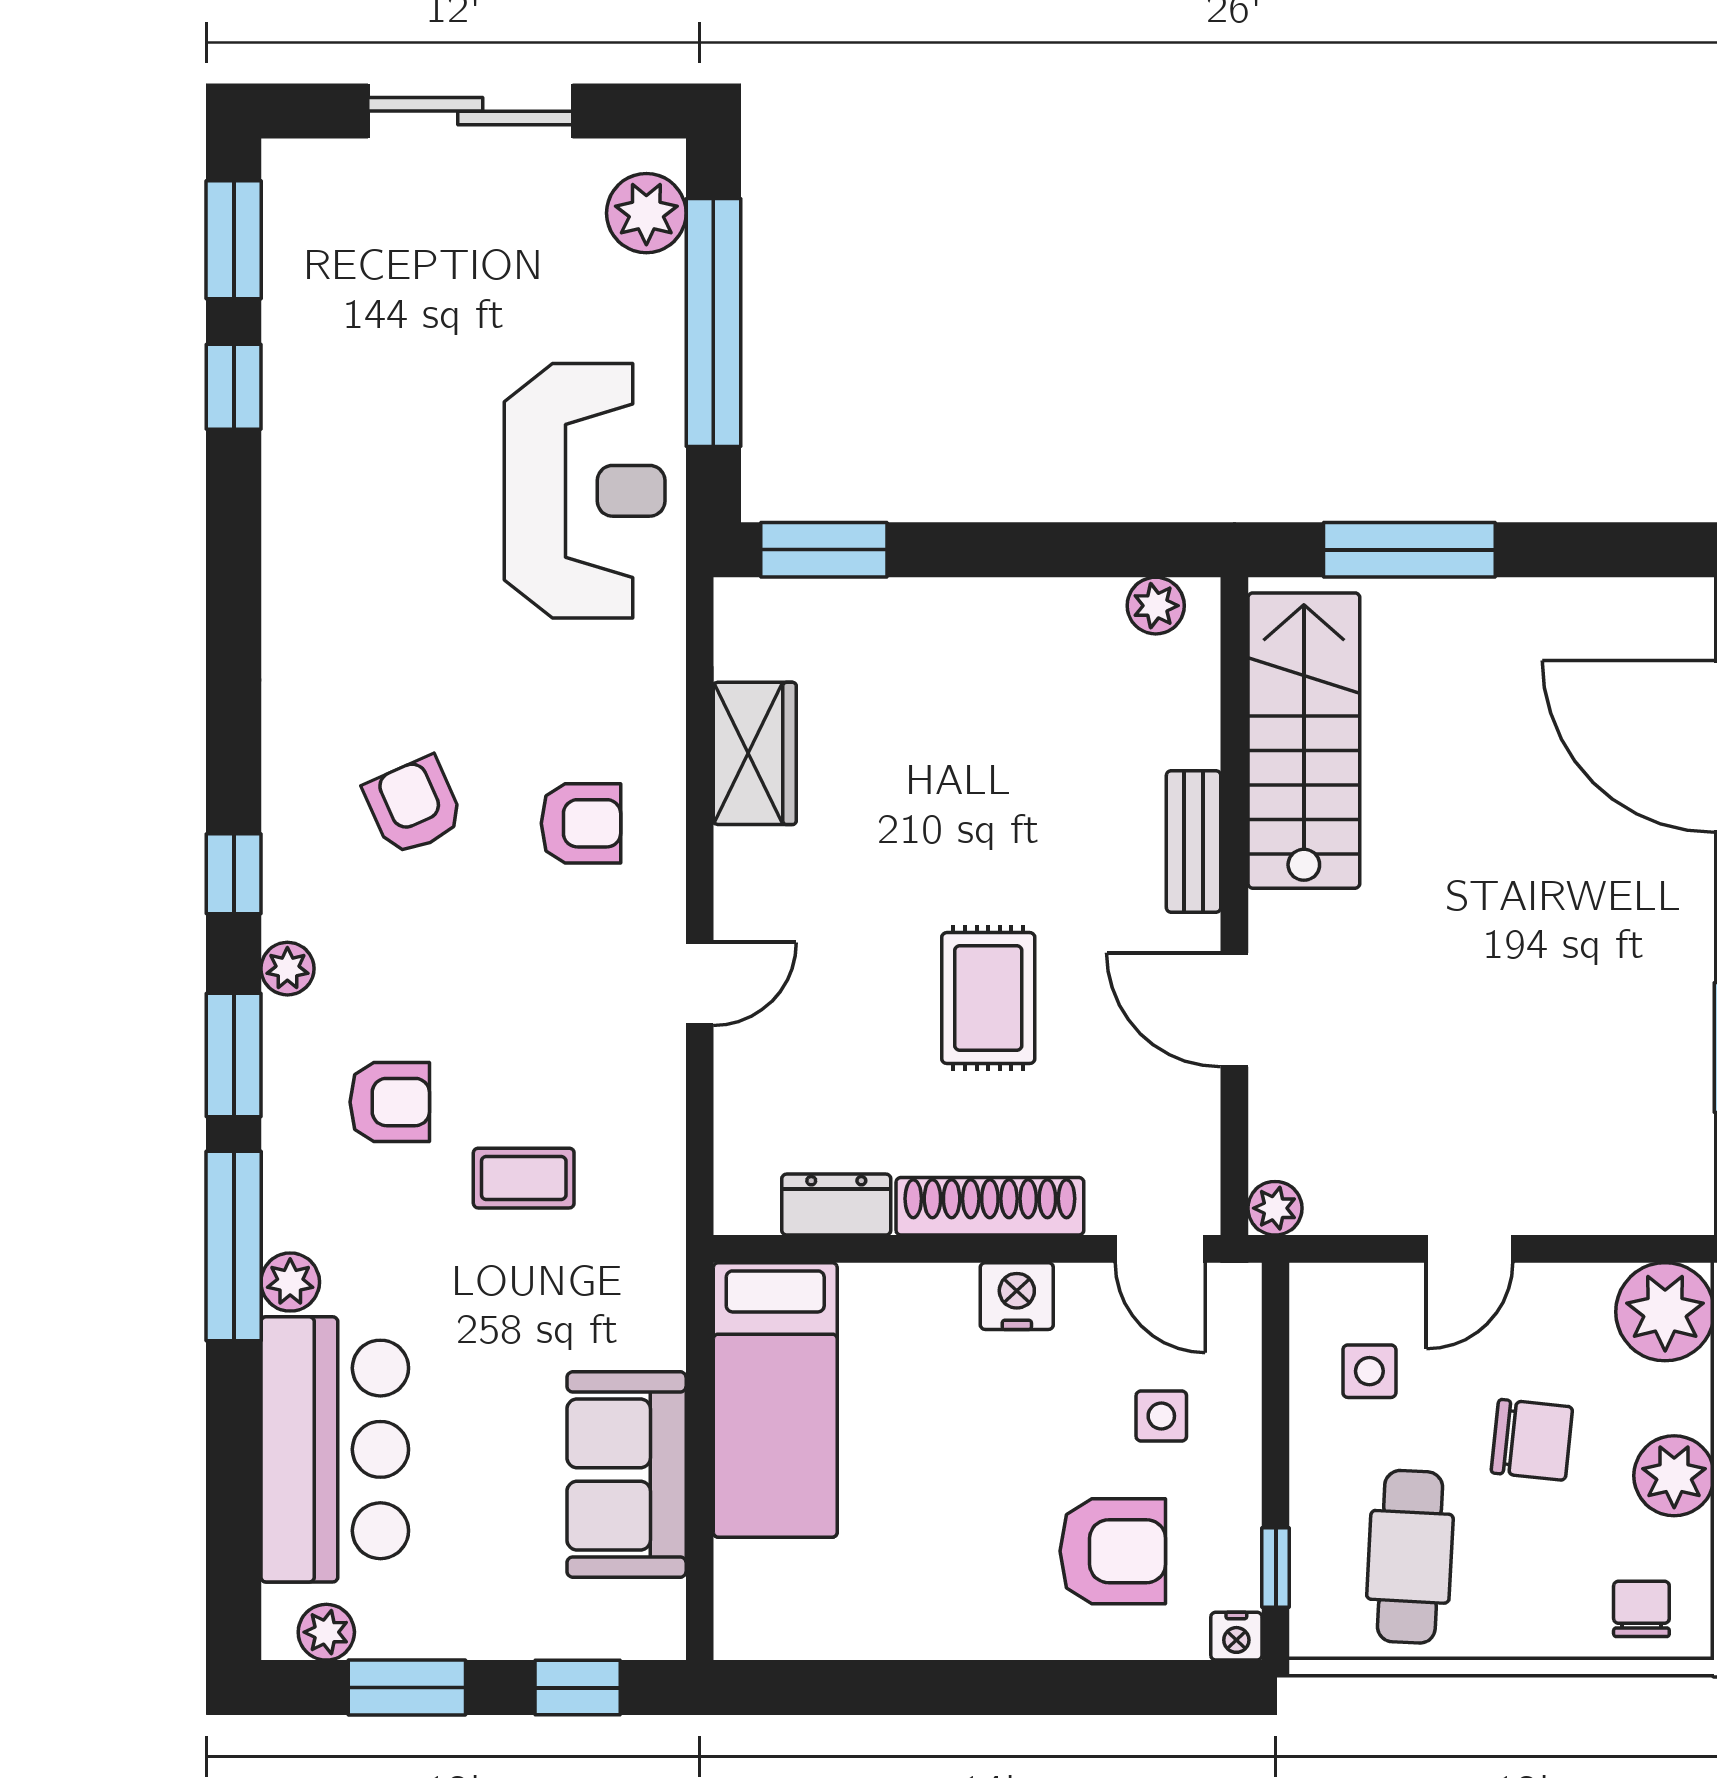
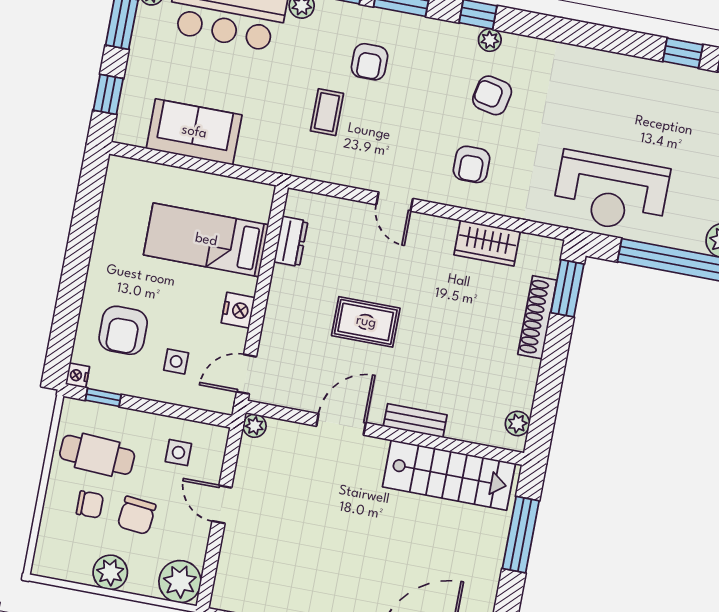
armchair: (414, 806) -> (492, 95), turned -144
plant: (287, 969) -> (490, 40), moved
shoe rack: (990, 1206) -> (537, 317), moved, turned 180
bed: (775, 1400) -> (206, 240), moved
chair: (1641, 1609) -> (90, 504), moved

